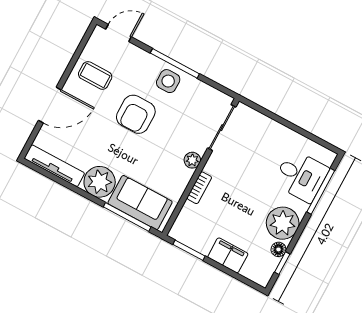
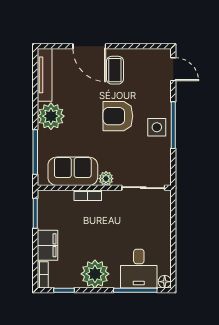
coffee table: (95, 75) -> (115, 70), moved
sofa: (140, 203) -> (73, 171), moved, turned -90
floor lamp: (278, 249) -> (165, 282), moved
bookcase: (255, 276) -> (43, 275), added

